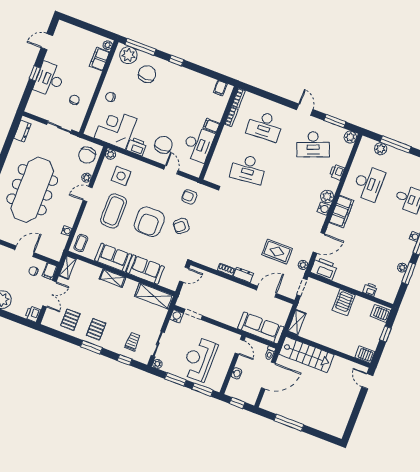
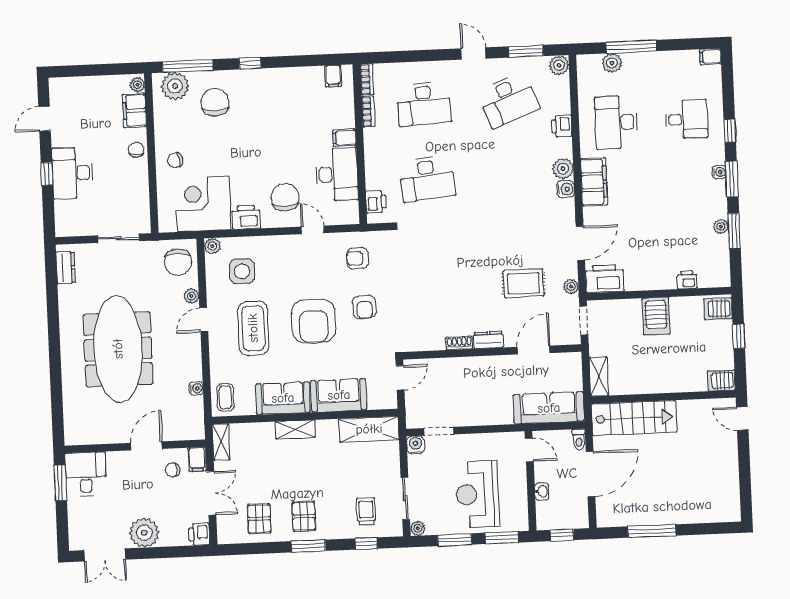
chair: (74, 100) -> (136, 150), moved
printer: (214, 169) -> (376, 202), added
desk: (369, 183) -> (616, 122), turned 180
armchair: (181, 226) -> (364, 307), turned -53

